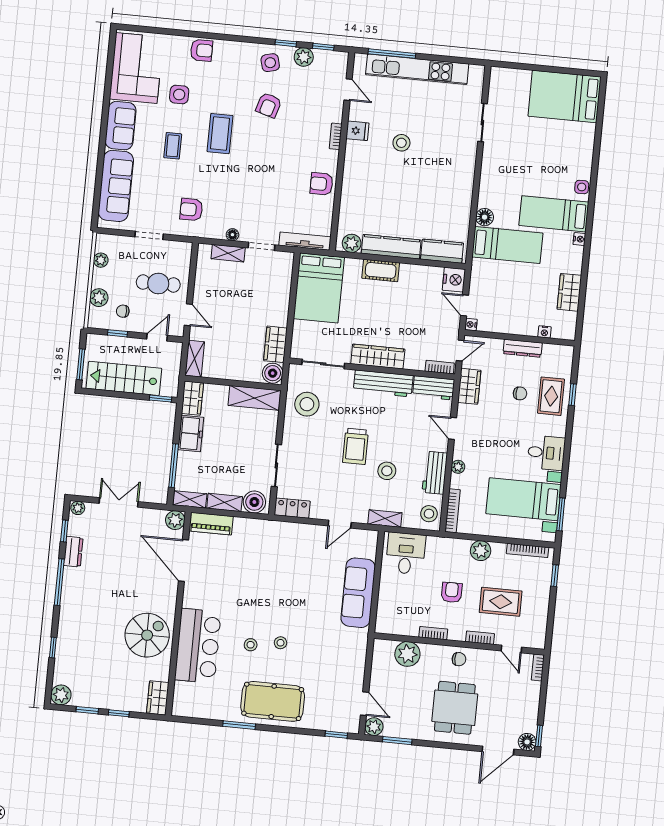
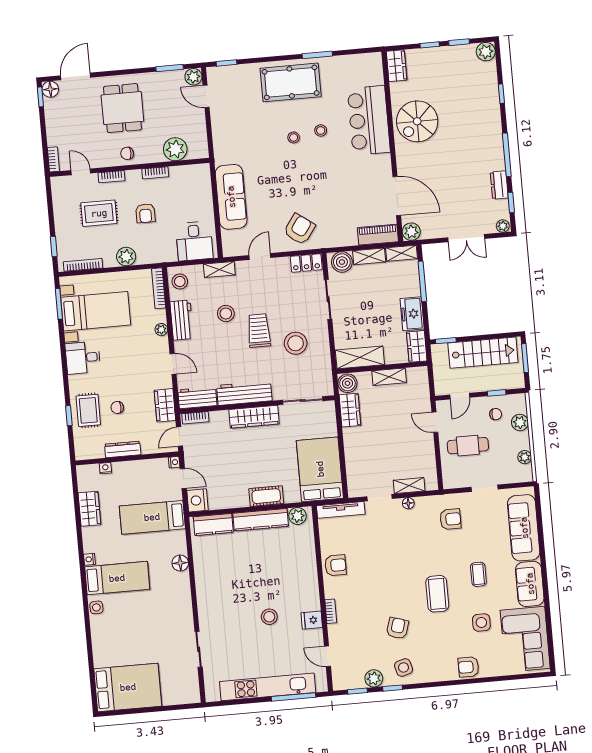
bed: (507, 245) -> (152, 517), moved
shelving: (195, 359) -> (389, 377), moved, turned 90
stool: (307, 404) -> (296, 343), moved
armchair: (293, 545) -> (299, 229), added

